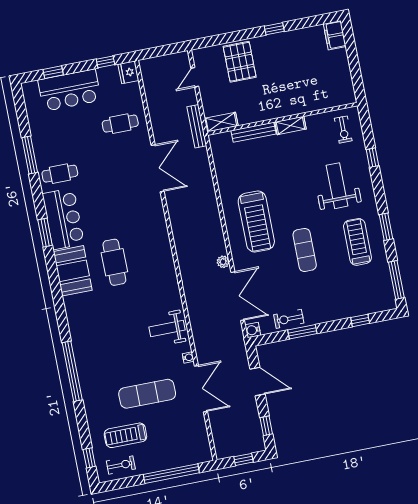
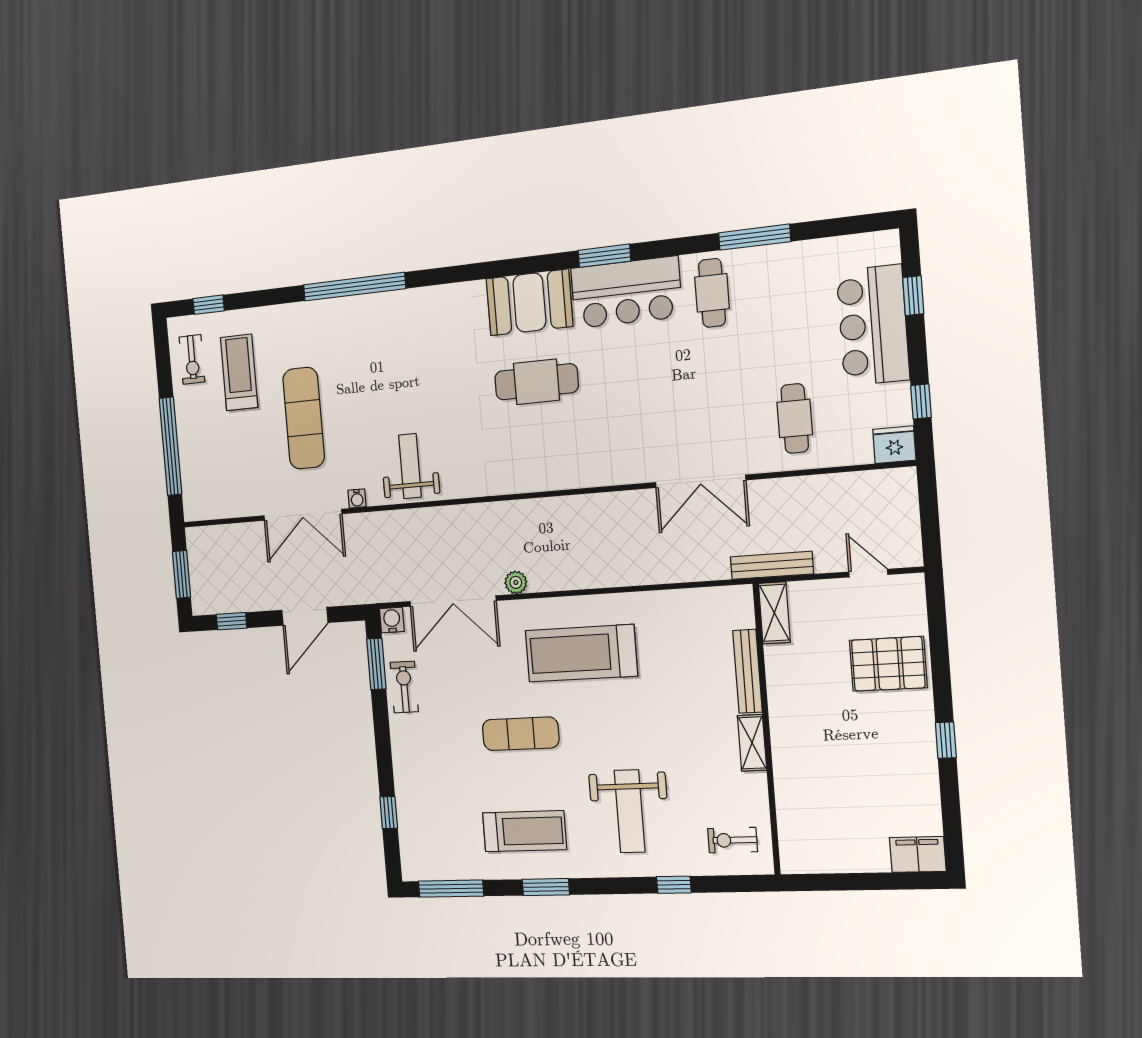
weight bench: (337, 186) -> (630, 811), turned 90
window: (302, 332) -> (376, 664), moved
window: (244, 459) -> (182, 574), width x1.50

